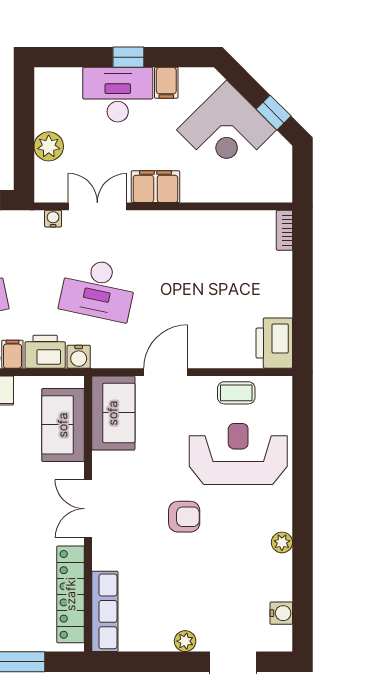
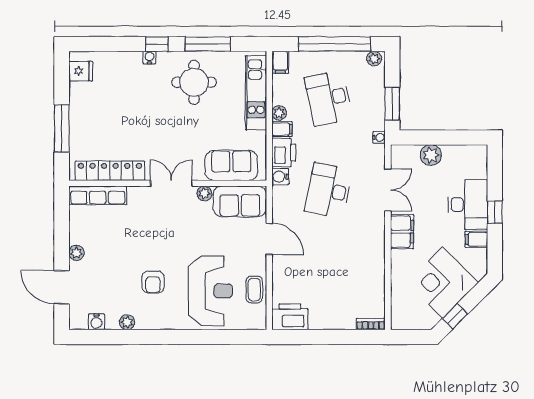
water cooler: (53, 219) -> (379, 137), moved
plant: (102, 463) -> (204, 193), added
armchair: (184, 517) -> (153, 282), moved
plant: (282, 542) -> (127, 322), moved

